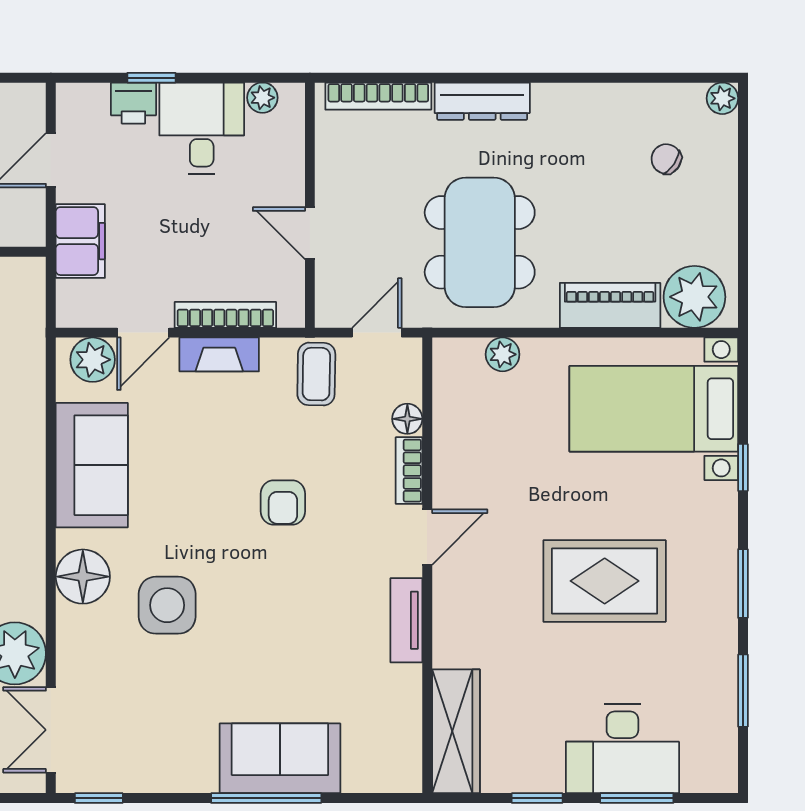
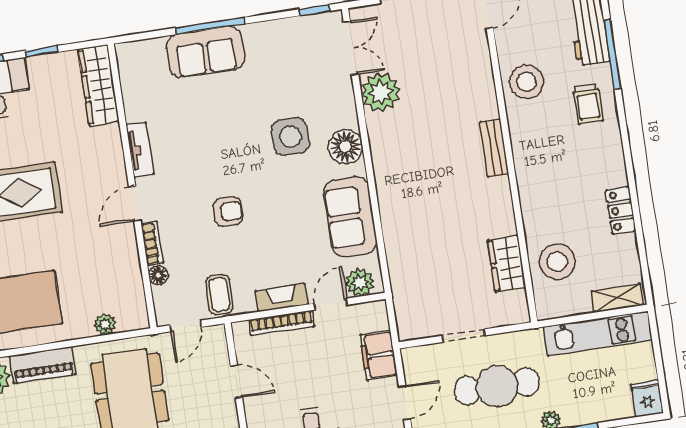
armchair: (283, 502) -> (228, 211), turned 90

